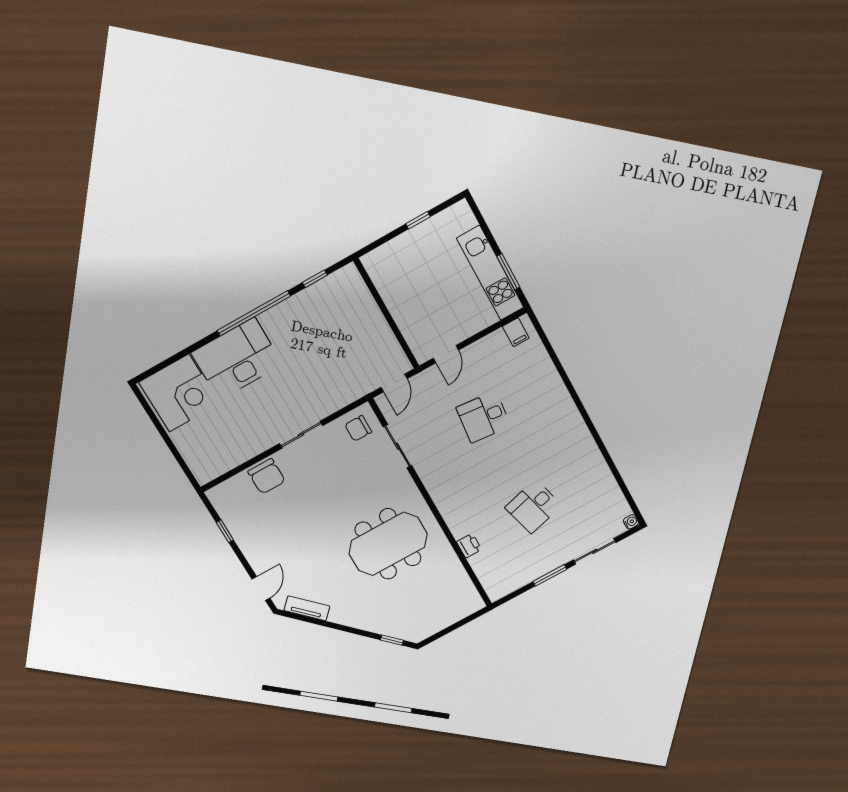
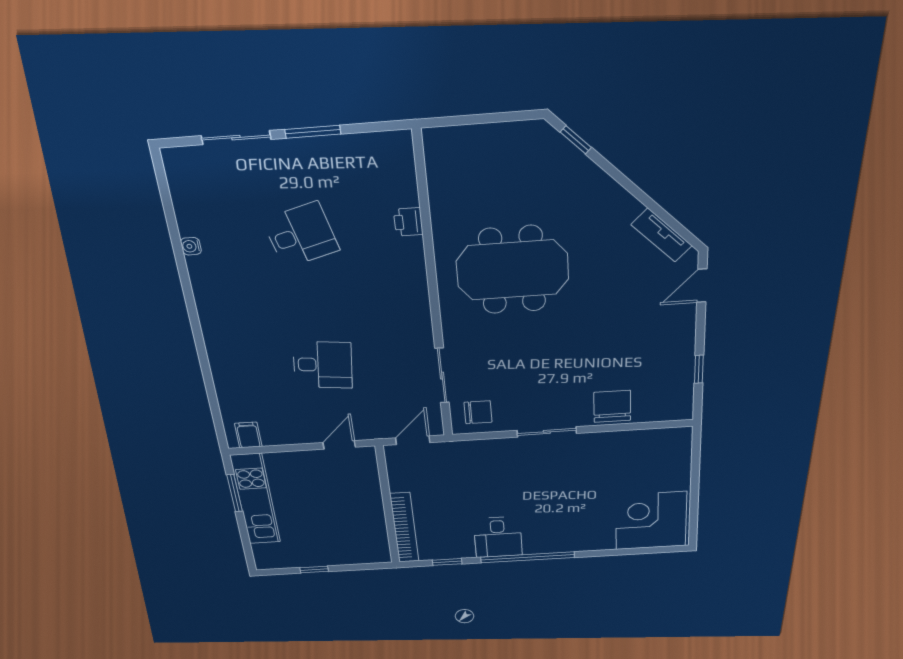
bookcase: (364, 298) -> (404, 528), added
desk: (237, 359) -> (498, 537), moved, width x0.53, depth x0.77
water cooler: (631, 522) -> (191, 246), moved

